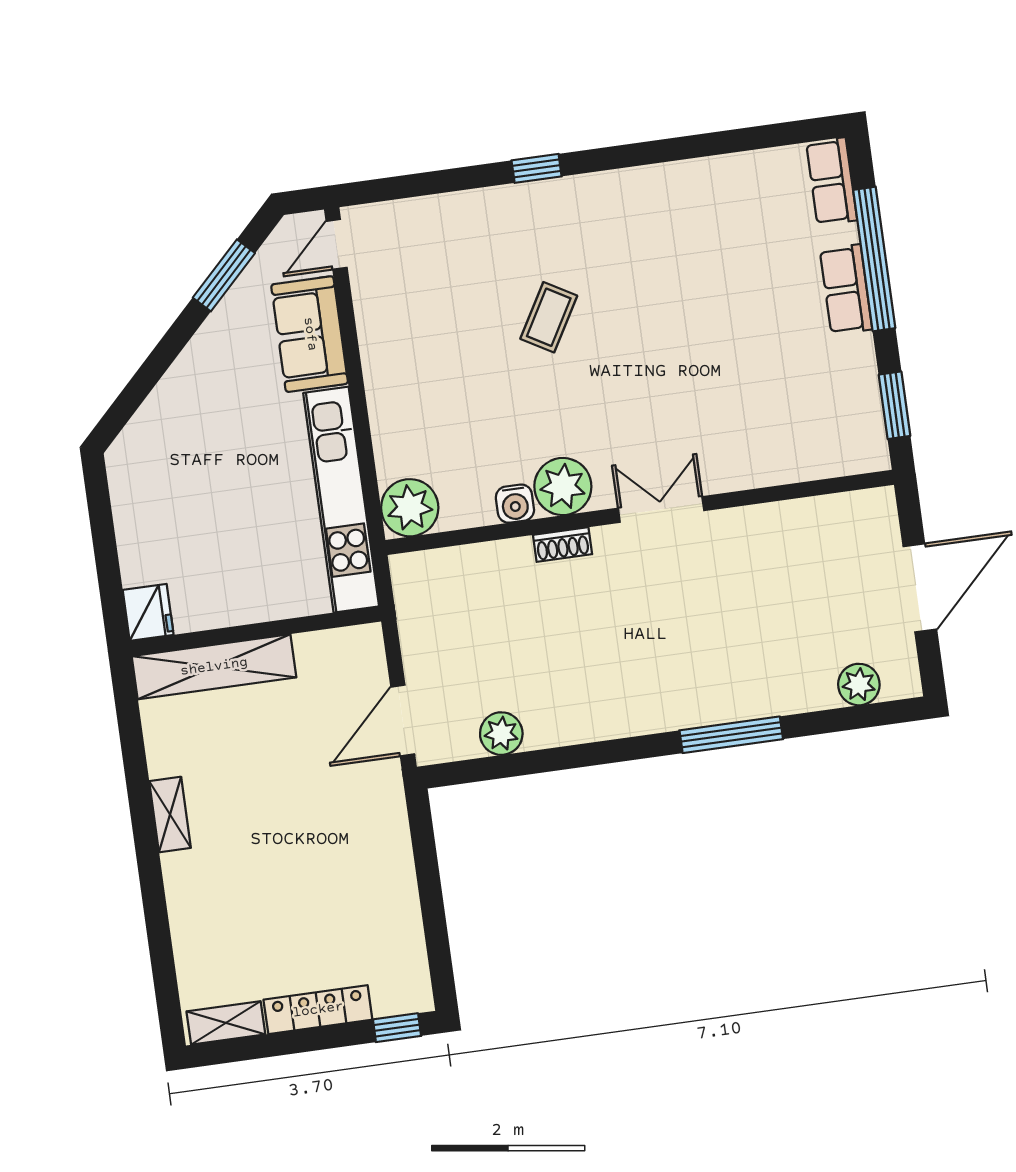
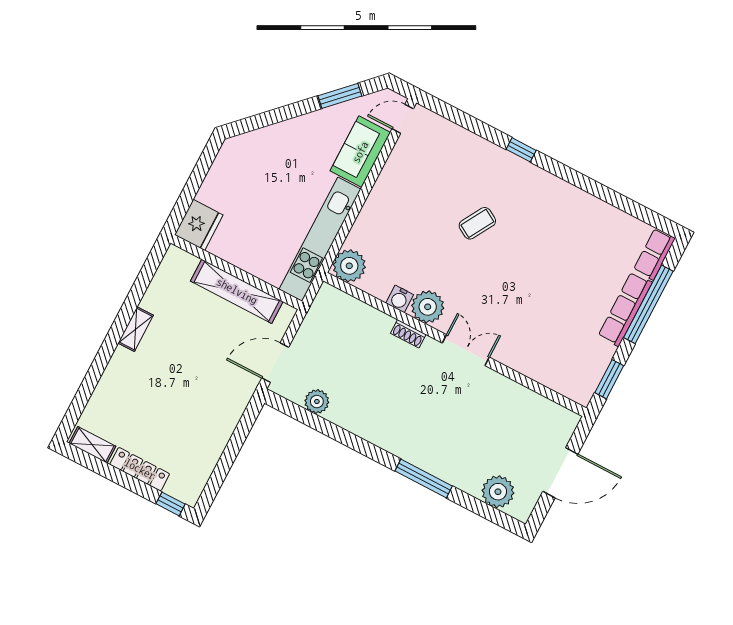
row of seats: (846, 289) -> (625, 309), width x1.48
fridge: (148, 612) -> (199, 225), width x1.36, depth x1.34
shelving: (214, 667) -> (237, 291), moved
plant: (859, 685) -> (498, 492), width x1.36, depth x1.36

